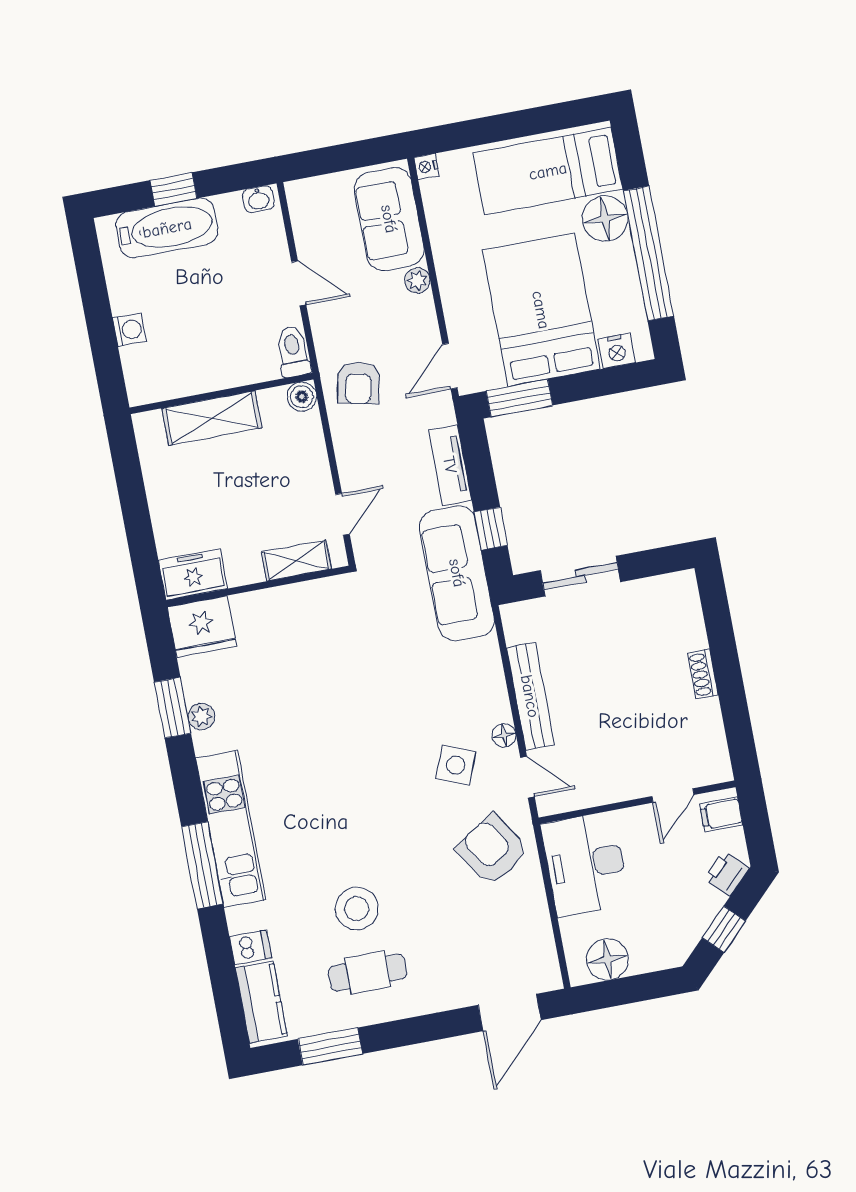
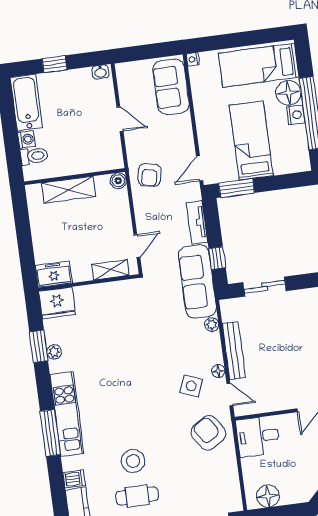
bathtub: (167, 228) -> (26, 103), moved, turned -90
plant: (417, 281) -> (212, 325), moved
bed: (541, 310) -> (251, 140), width x0.67
toilet: (293, 351) -> (34, 156), moved, turned 90
nightstand: (617, 351) -> (296, 115), moved, turned -90
desk: (585, 864) -> (258, 436), width x0.73

